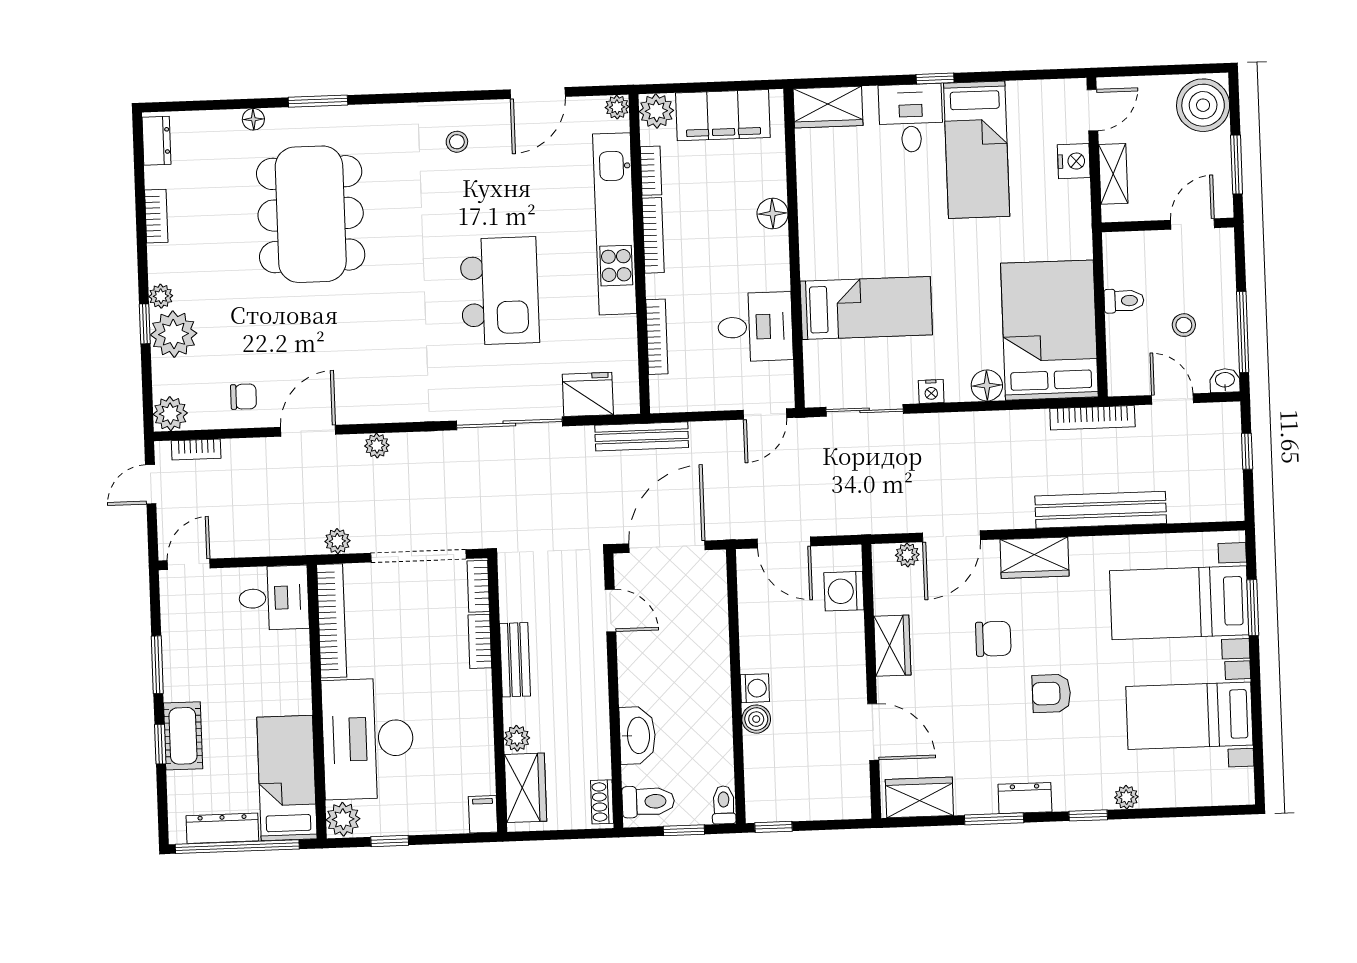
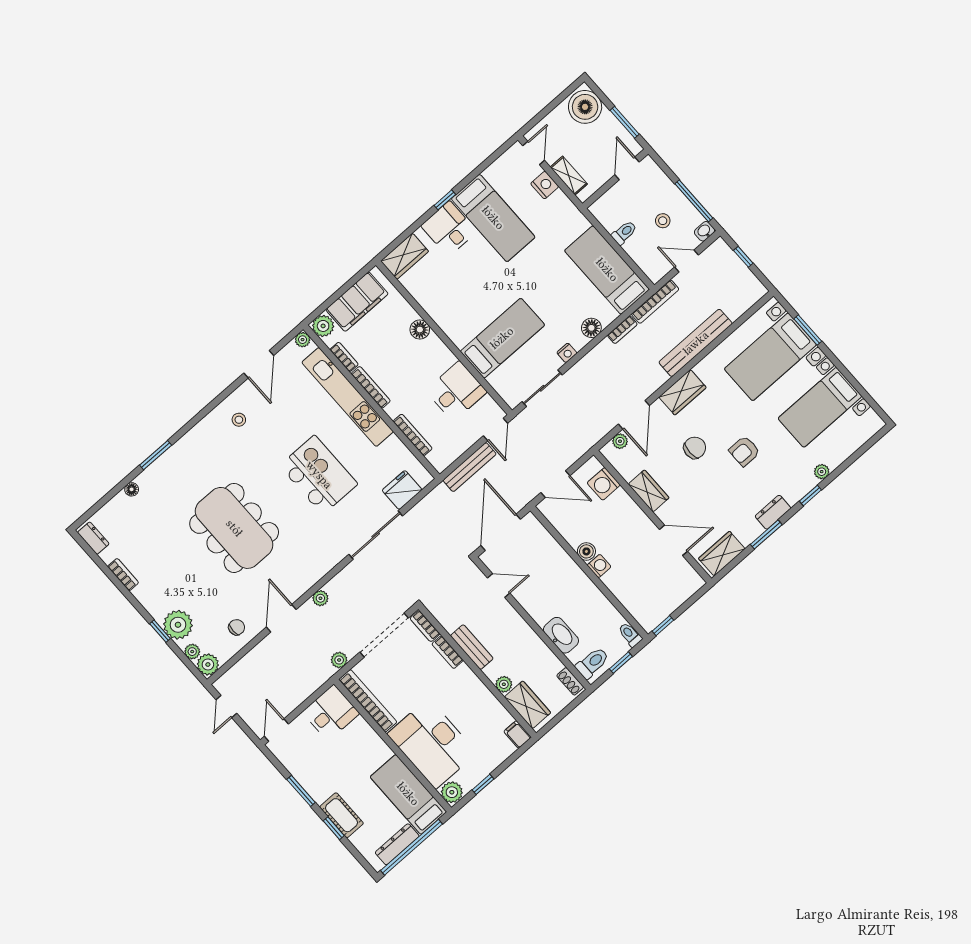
dining table: (311, 214) -> (234, 528), moved
plant: (161, 296) -> (192, 652), moved
bed: (1049, 330) -> (607, 270), width x0.67
bench: (642, 436) -> (470, 467), moved
bookcase: (196, 449) -> (622, 330), moved
boiler: (756, 719) -> (586, 551), moved

